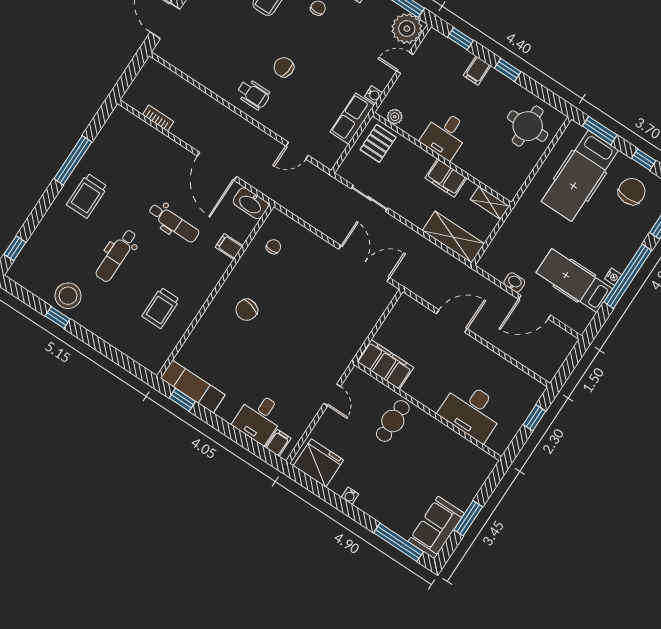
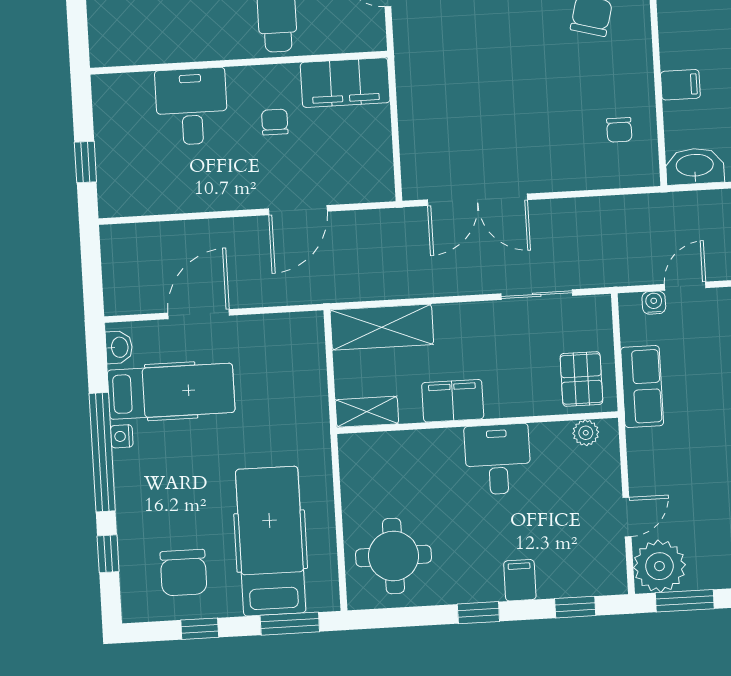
water cooler: (374, 95) -> (654, 303), moved, turned 90
washbasin: (514, 282) -> (119, 347), moved, turned -90
chair: (432, 371) -> (275, 122), added
desk: (472, 411) -> (192, 107), width x0.73

